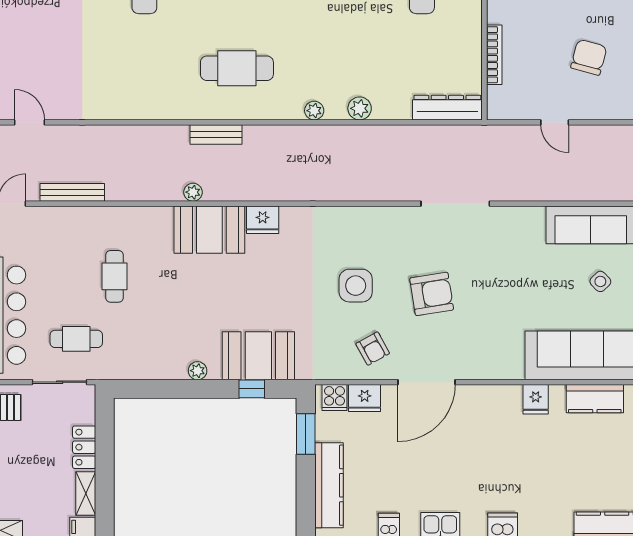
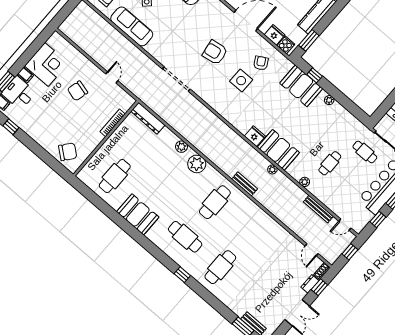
cafe table: (237, 68) -> (215, 202), turned 90
plant: (314, 111) -> (197, 164), width x1.88, depth x1.88
plant: (128, 215) -> (305, 182), added
armchair: (373, 349) -> (261, 63), moved

